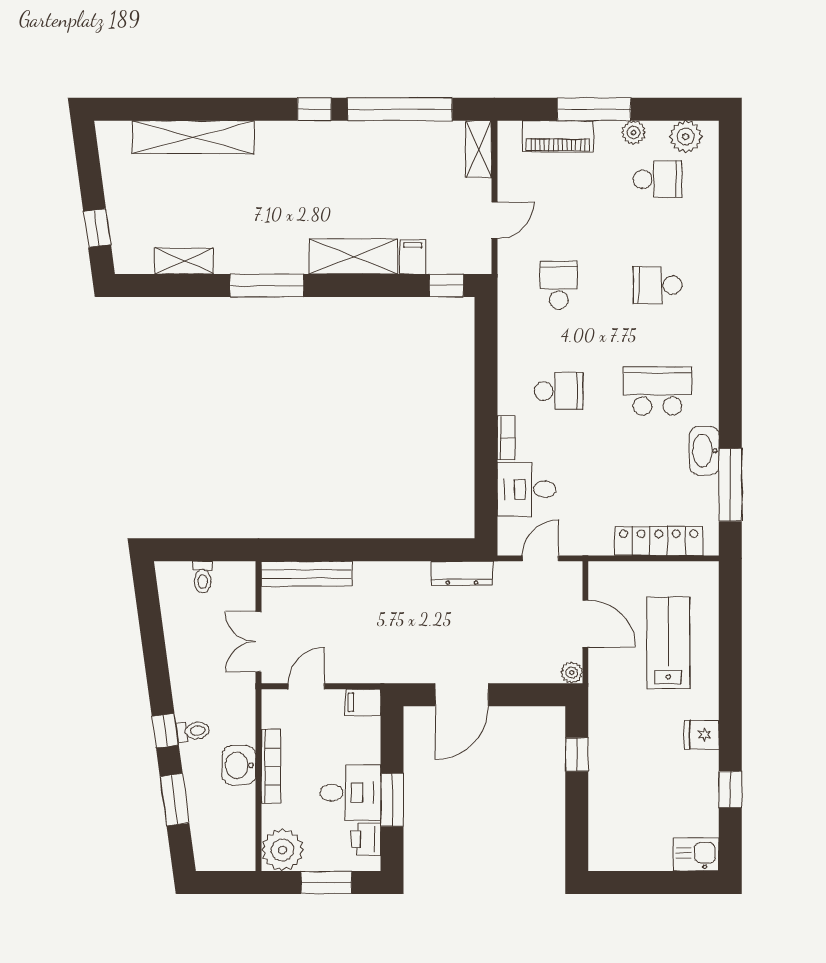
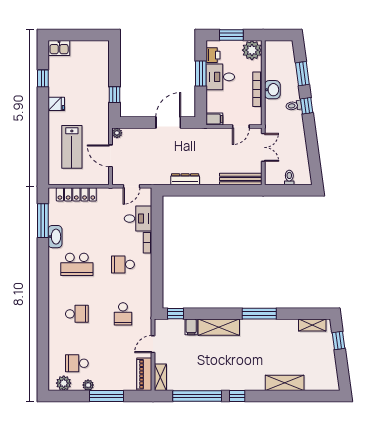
piano: (558, 136) -> (144, 374), moved, turned -90
shelving: (193, 137) -> (285, 383), width x0.68
shelving: (184, 261) -> (312, 325), moved
dresser: (462, 573) -> (185, 179), moved

